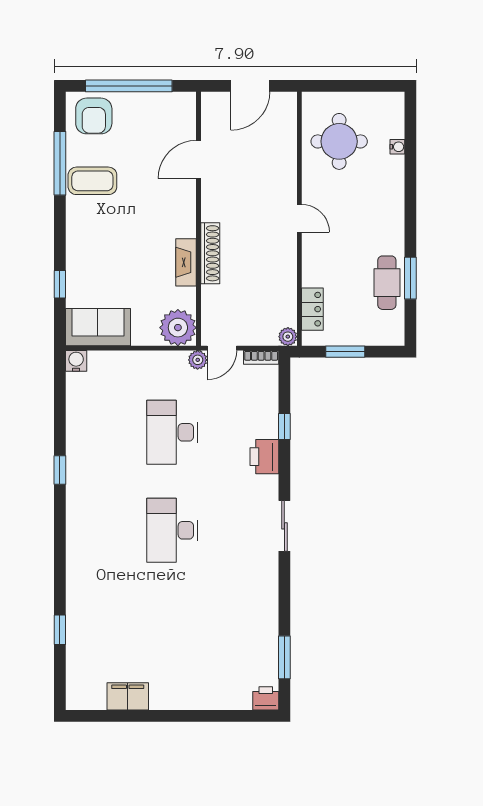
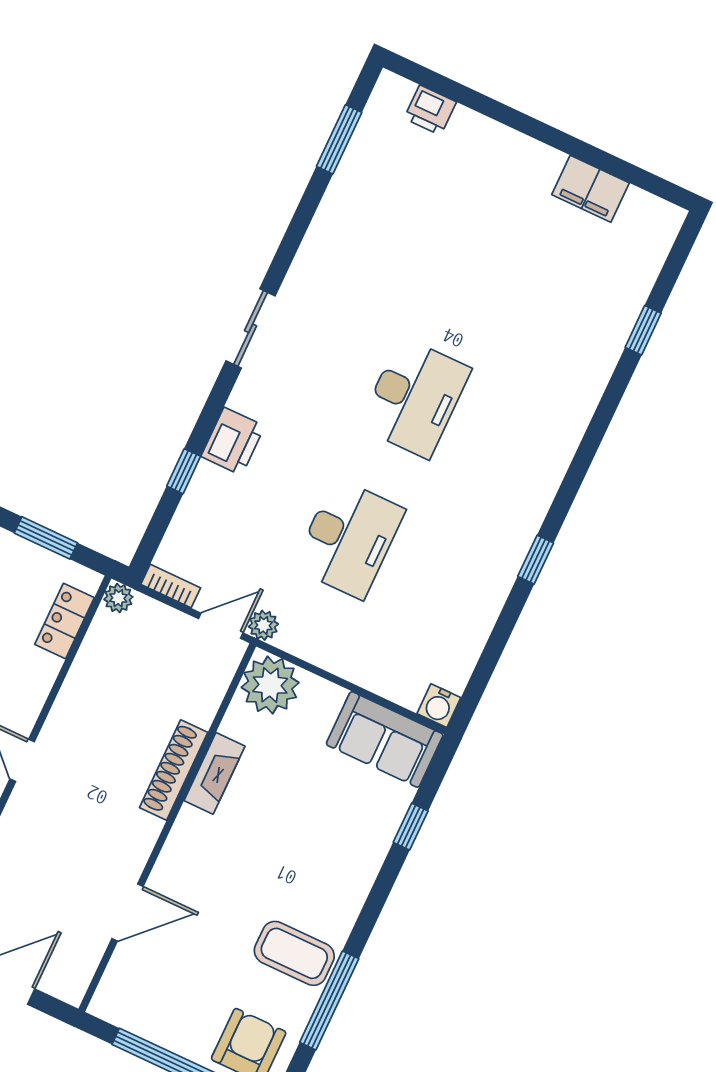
printer: (266, 698) -> (430, 110), moved

